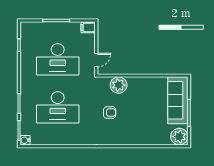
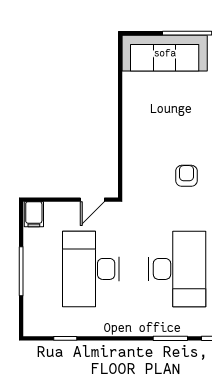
desk: (58, 59) -> (91, 269), turned 180
door: (96, 60) -> (92, 200), swing flipped
plant: (119, 85) -> (137, 159), removed

